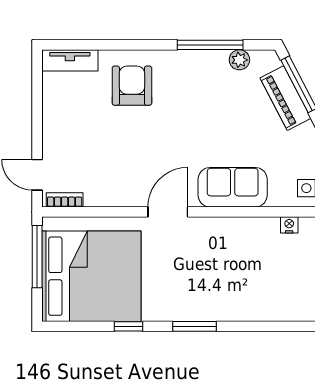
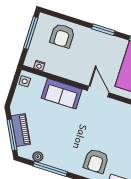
door: (168, 212) -> (98, 92), swing flipped
armchair: (265, 292) -> (62, 36), added

